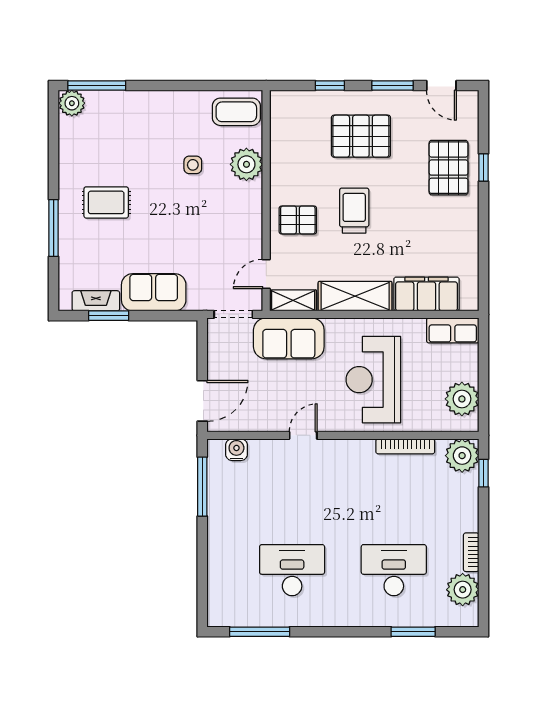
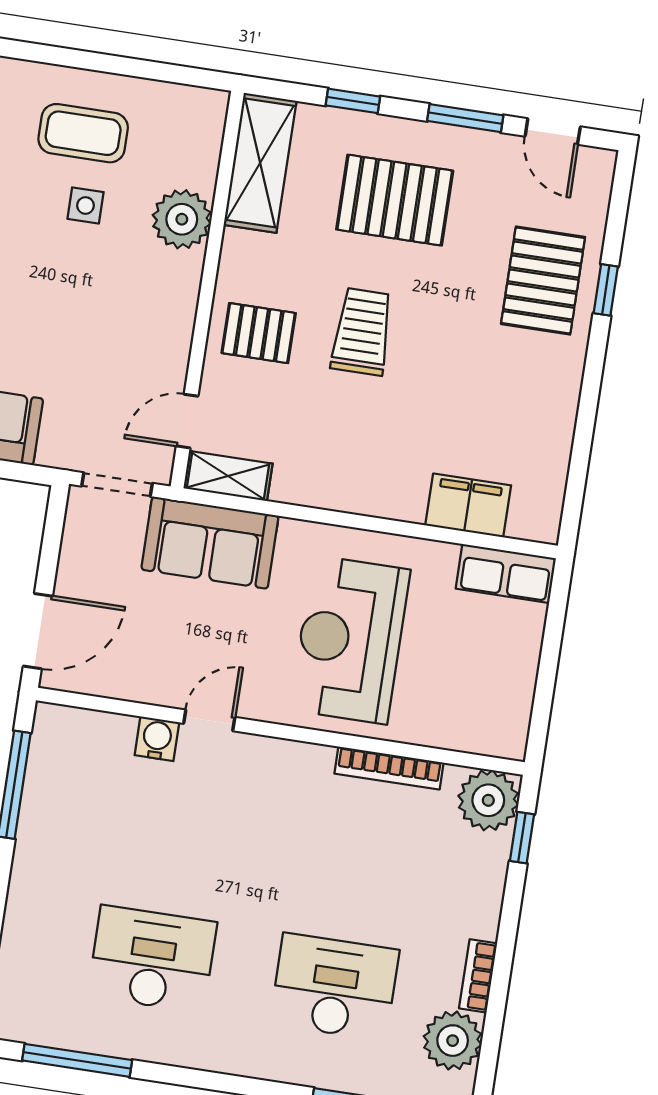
coffee table: (236, 112) -> (83, 133), moved
filing cabinet: (427, 294) -> (468, 505), width x0.67, depth x0.86
shelving: (355, 296) -> (260, 163), moved, turned 90
plant: (462, 399) -> (504, 699), removed
water cooler: (236, 450) -> (157, 739), moved

